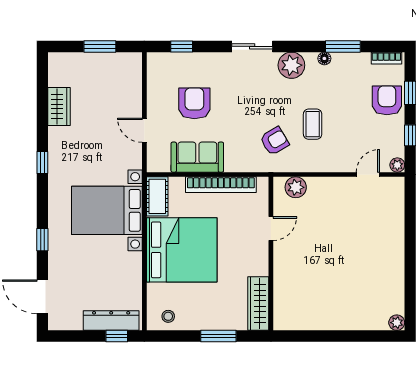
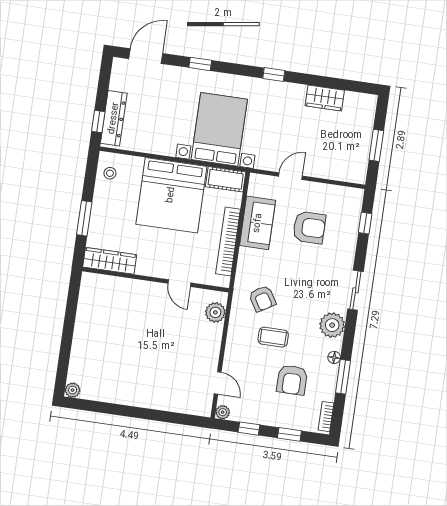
armchair: (387, 100) -> (292, 380), moved, turned 90

